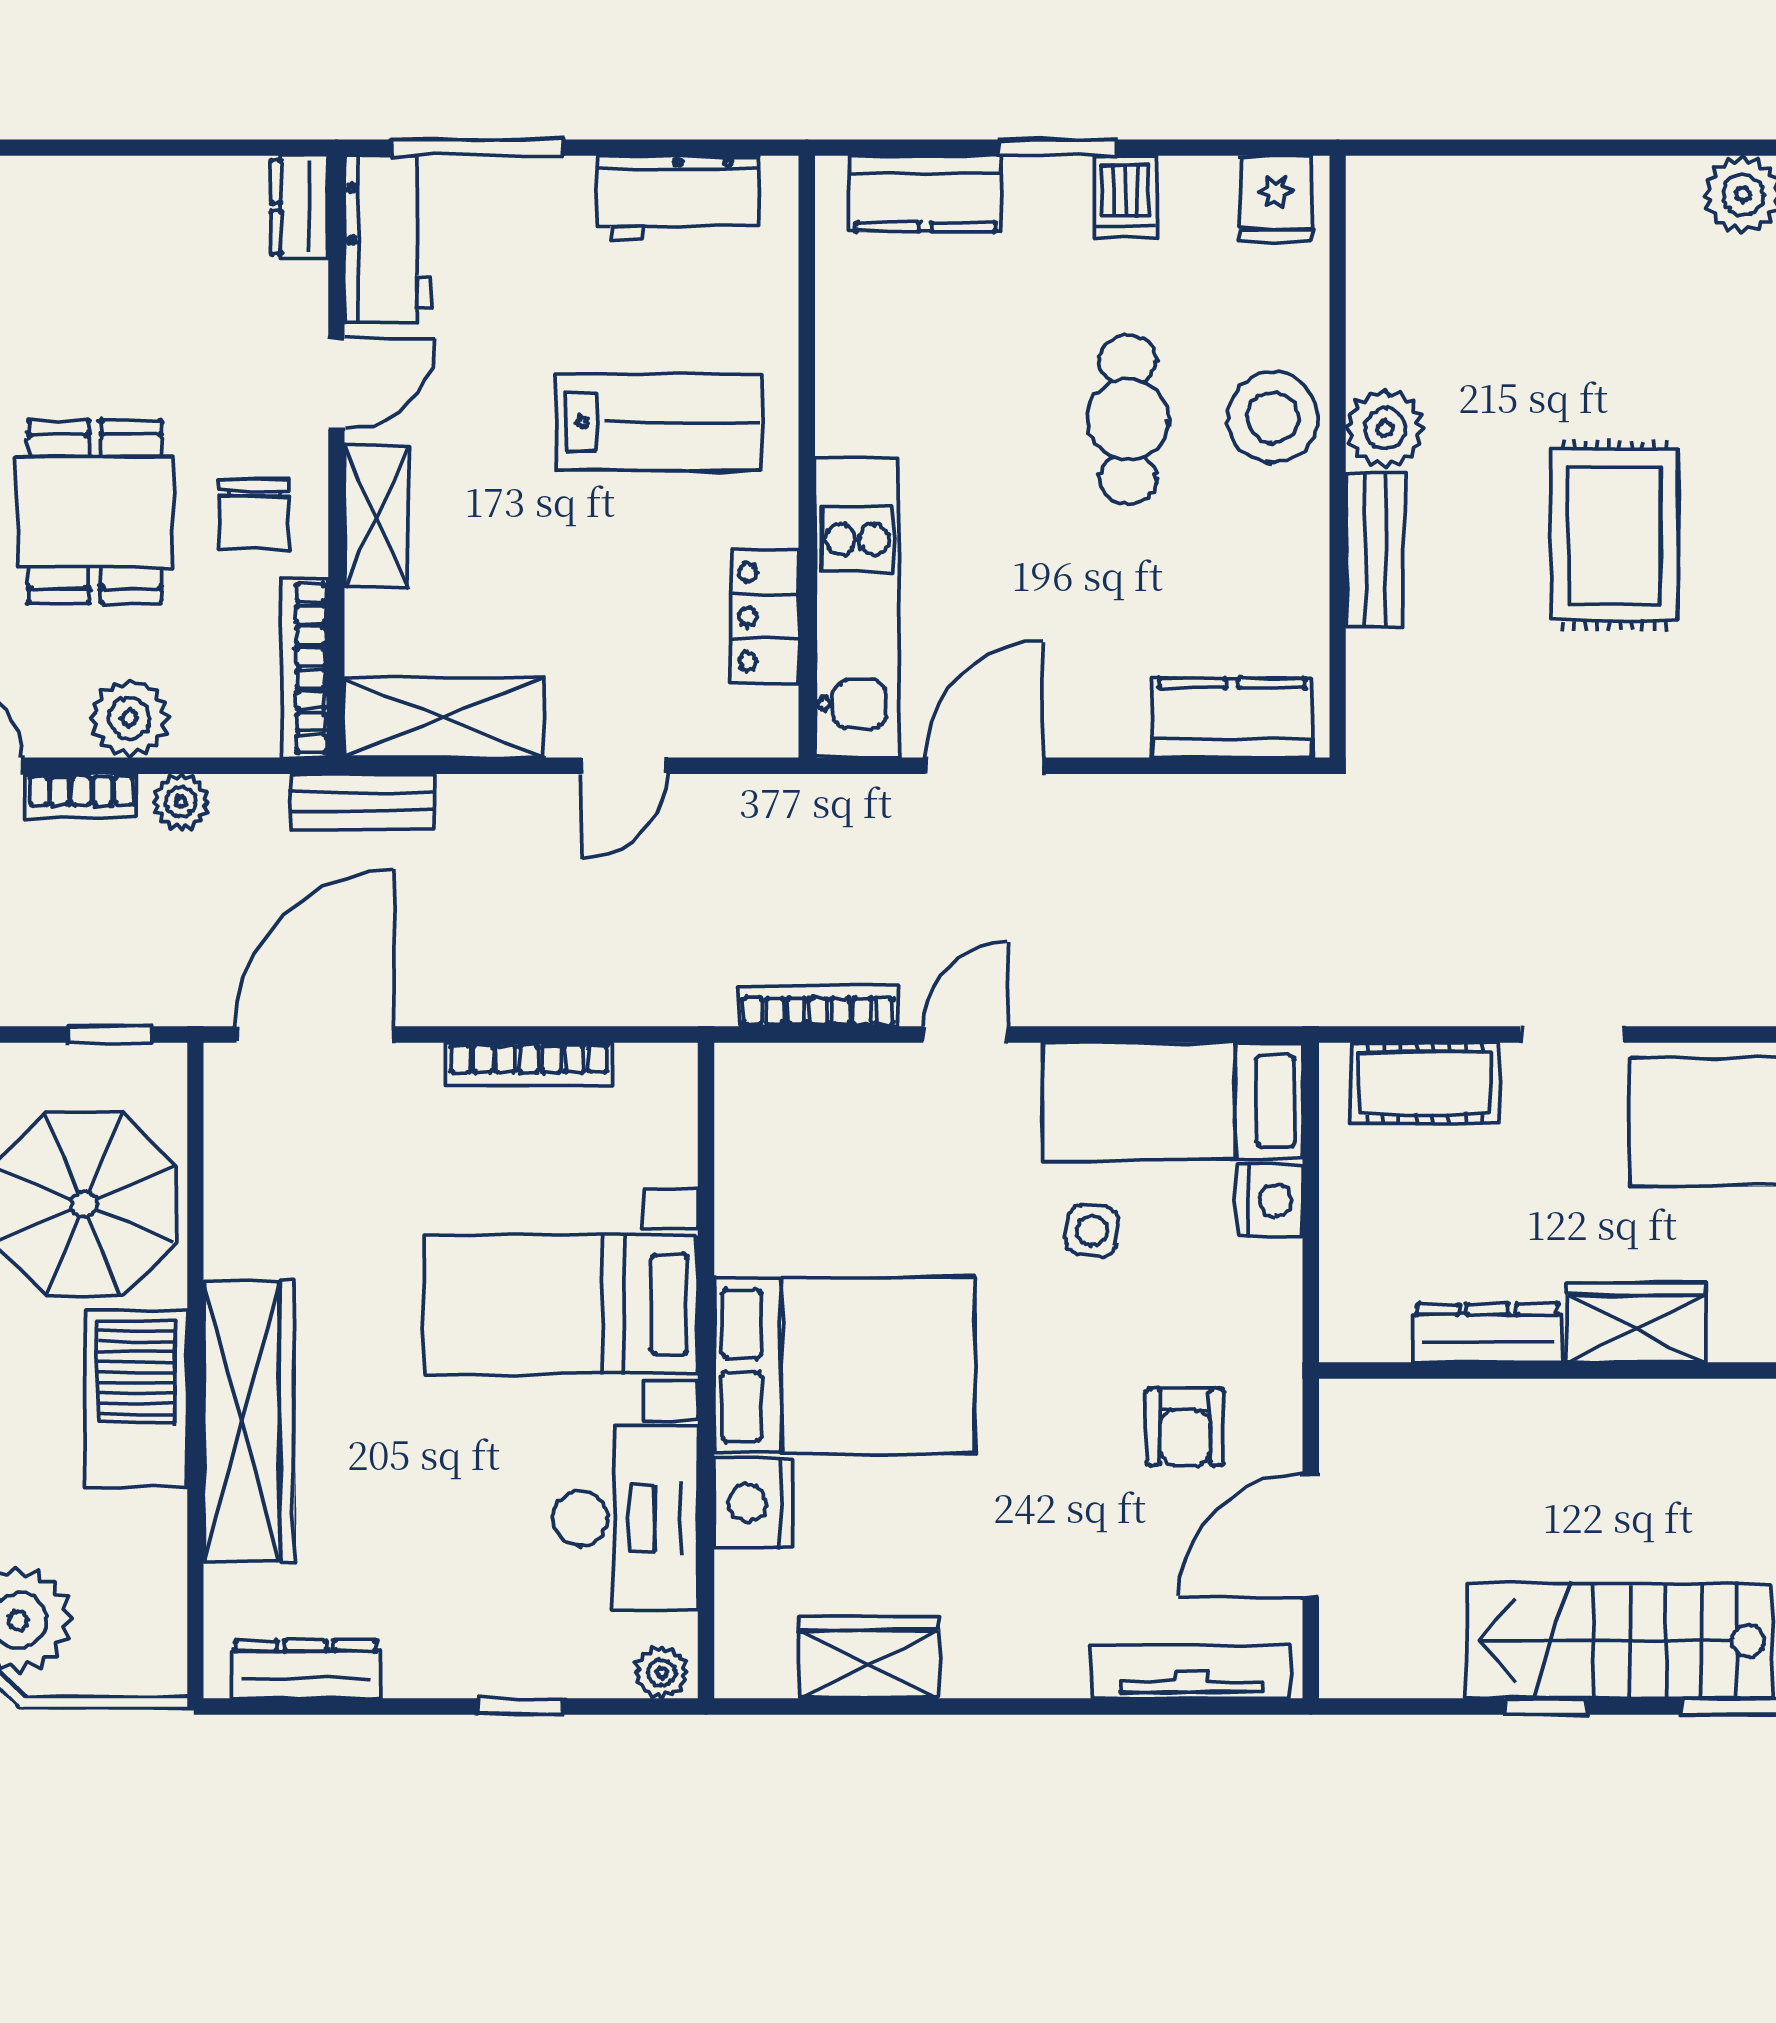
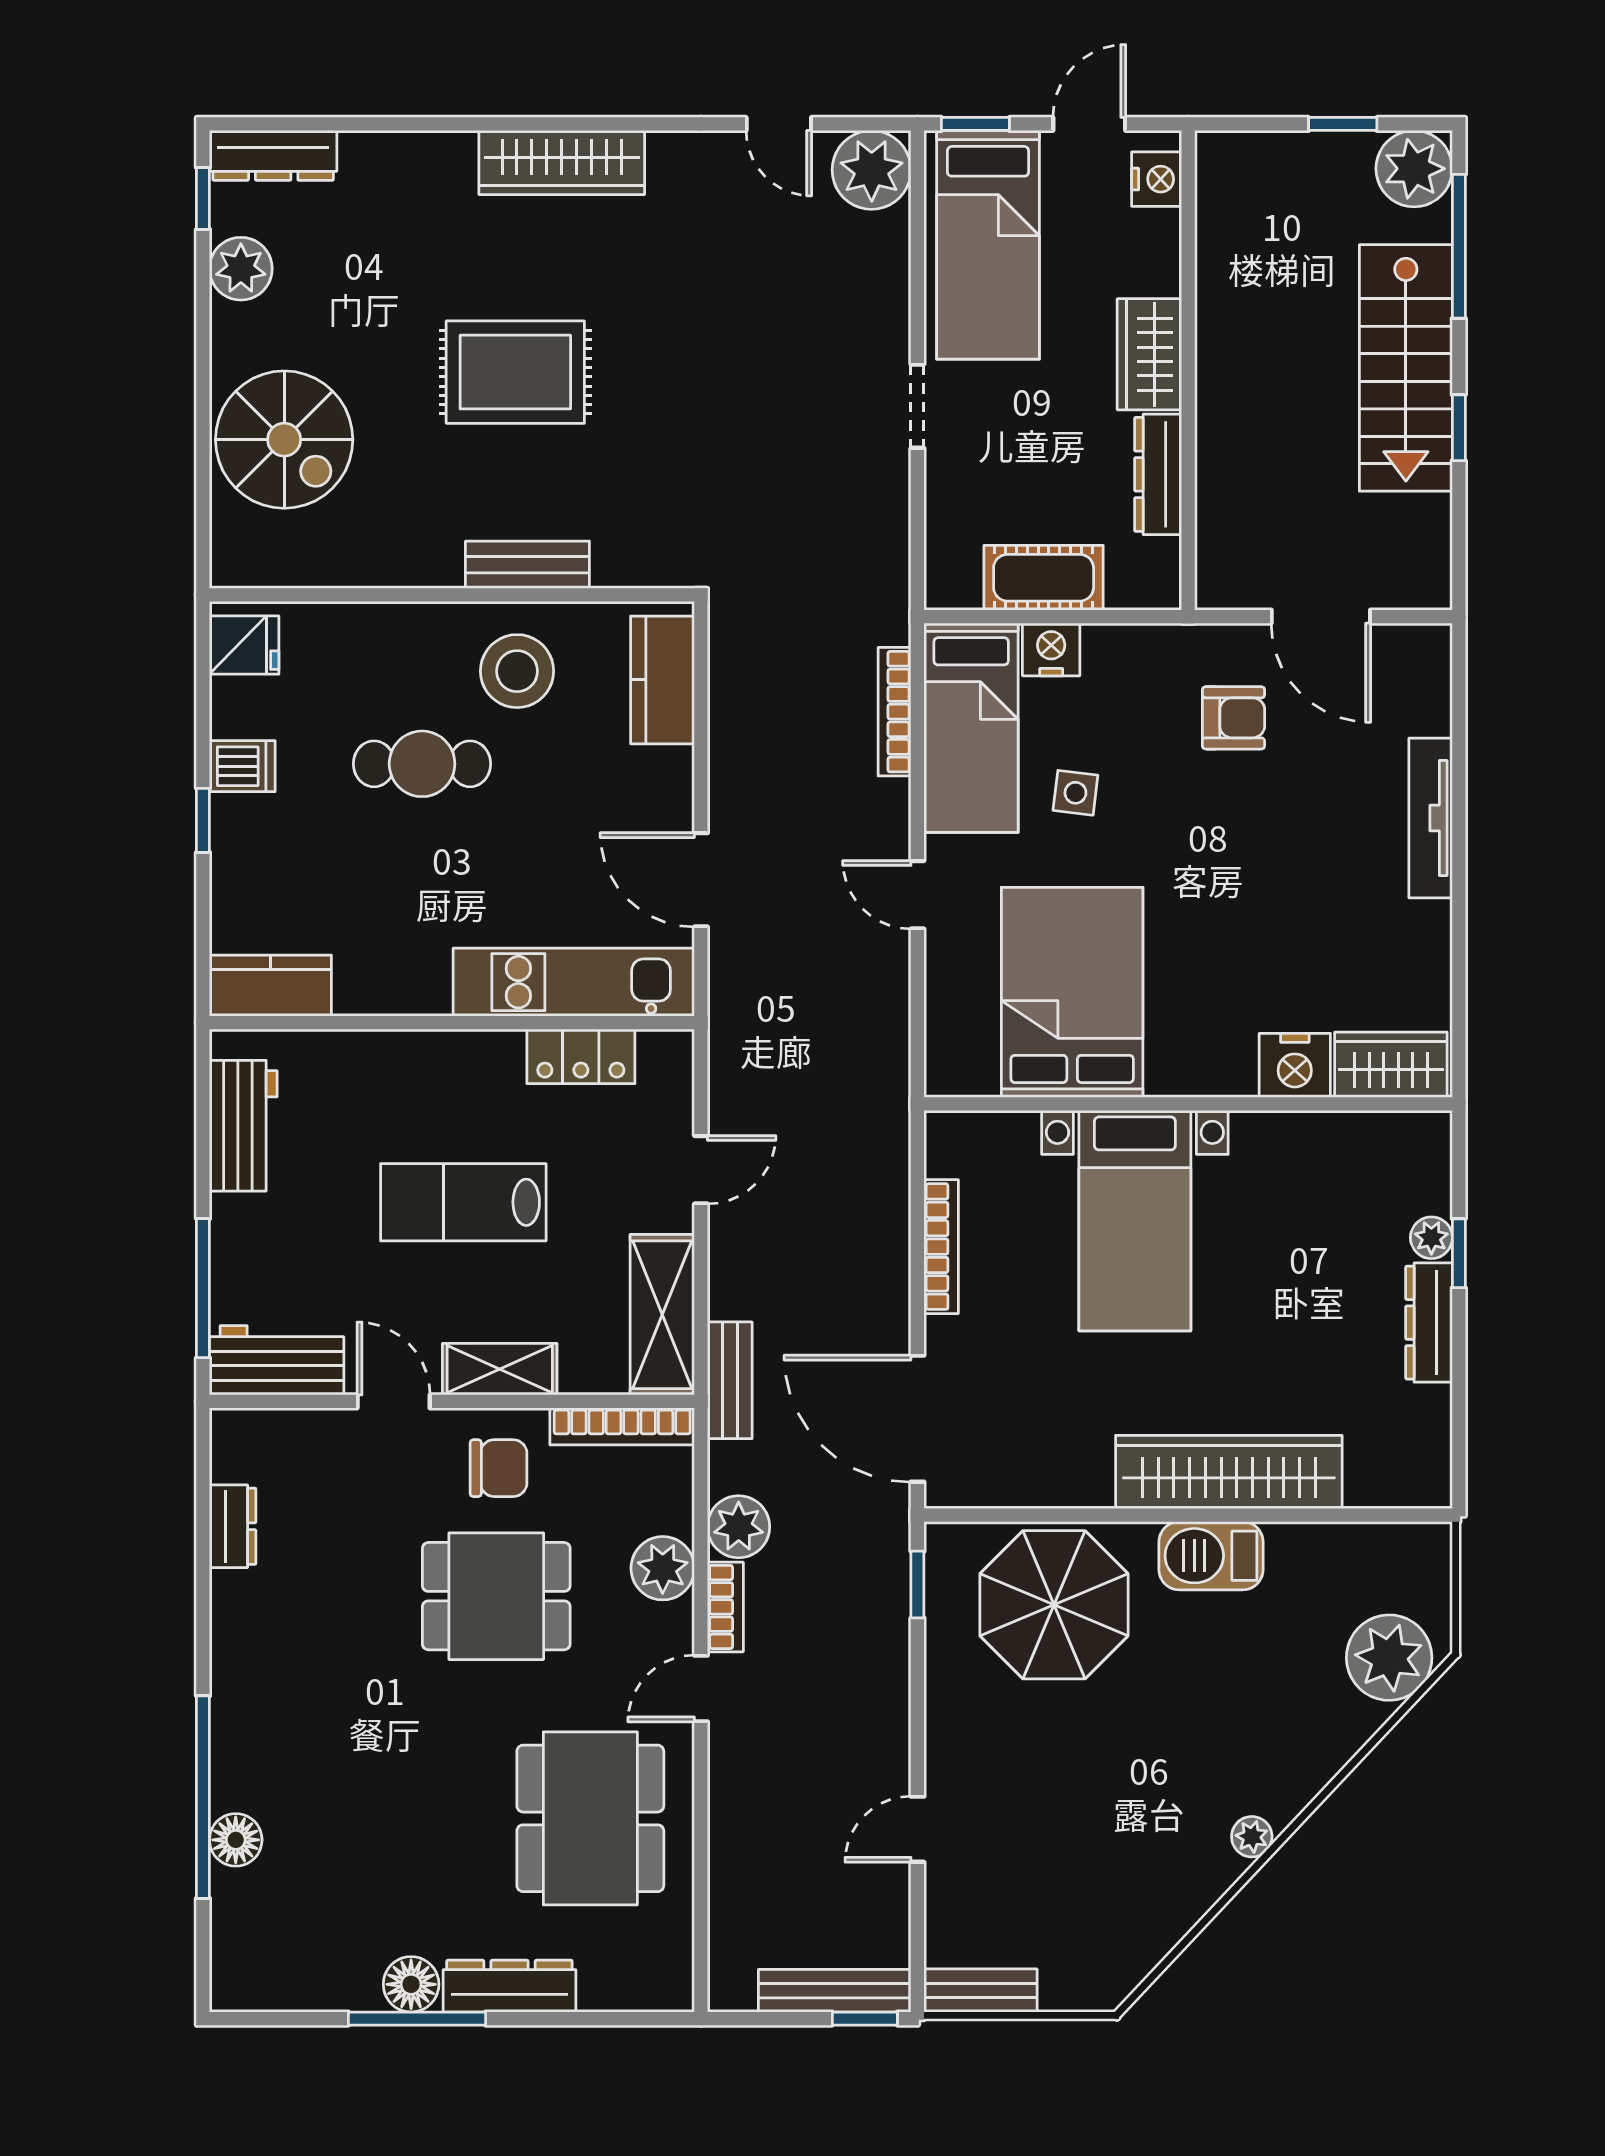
window: (1058, 148) -> (203, 820), width x0.67
kitchen counter: (926, 194) -> (270, 986), moved, turned -90
dresser: (299, 207) -> (233, 1526), moved, turned -90
spiral stairs: (1530, 248) -> (284, 440), added
stool: (1273, 417) -> (517, 671), moved
lab bench: (658, 422) -> (463, 1202), moved, turned -90
plant: (1385, 429) -> (429, 557), removed
door: (624, 766) -> (701, 1170), hinge flipped
plant: (181, 802) -> (739, 1527), width x1.38, depth x1.38
bookcase: (819, 1006) -> (895, 712), moved
cot: (1424, 1083) -> (1044, 578), moved, turned 90
bed: (844, 1365) -> (1072, 992), moved
barbecue: (136, 1399) -> (1211, 1556), width x0.73, depth x0.83
desk: (625, 1518) -> (1307, 1169), removed
wardrobe: (869, 1658) -> (1391, 1065), moved, turned 90
dresser: (305, 1669) -> (1429, 1323), moved
plant: (662, 1672) -> (1431, 1238), moved
tv unit: (1191, 1672) -> (1431, 818), moved

